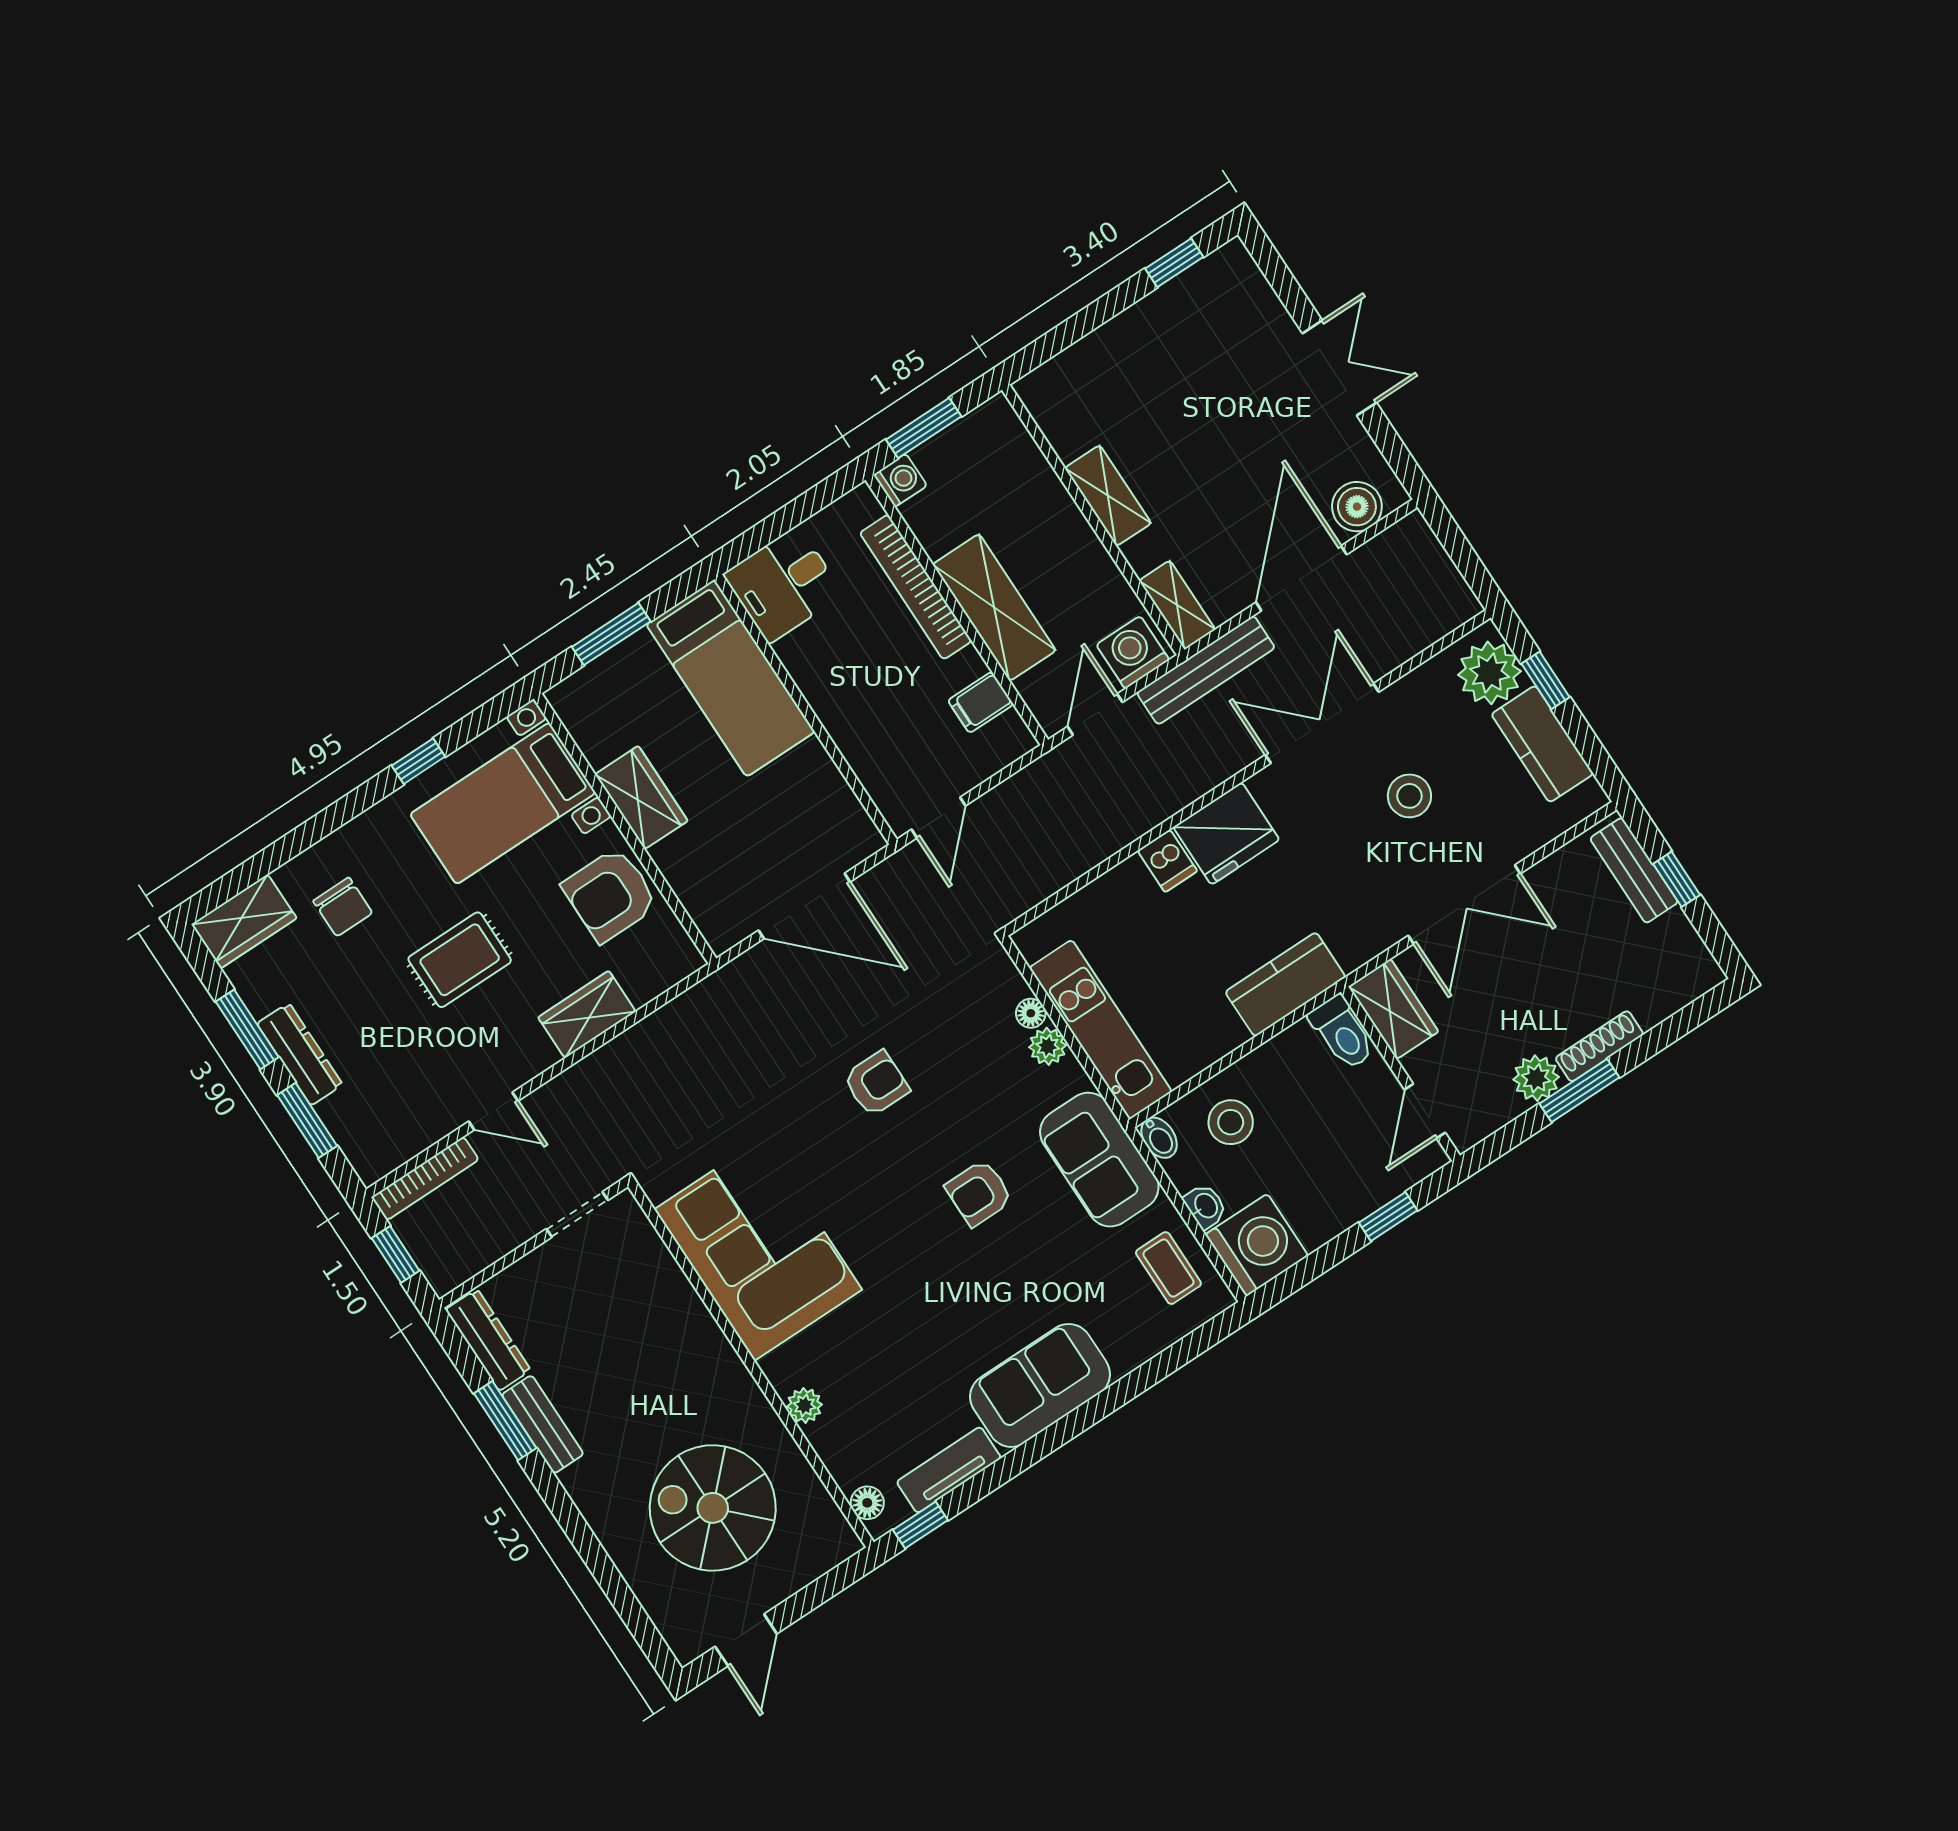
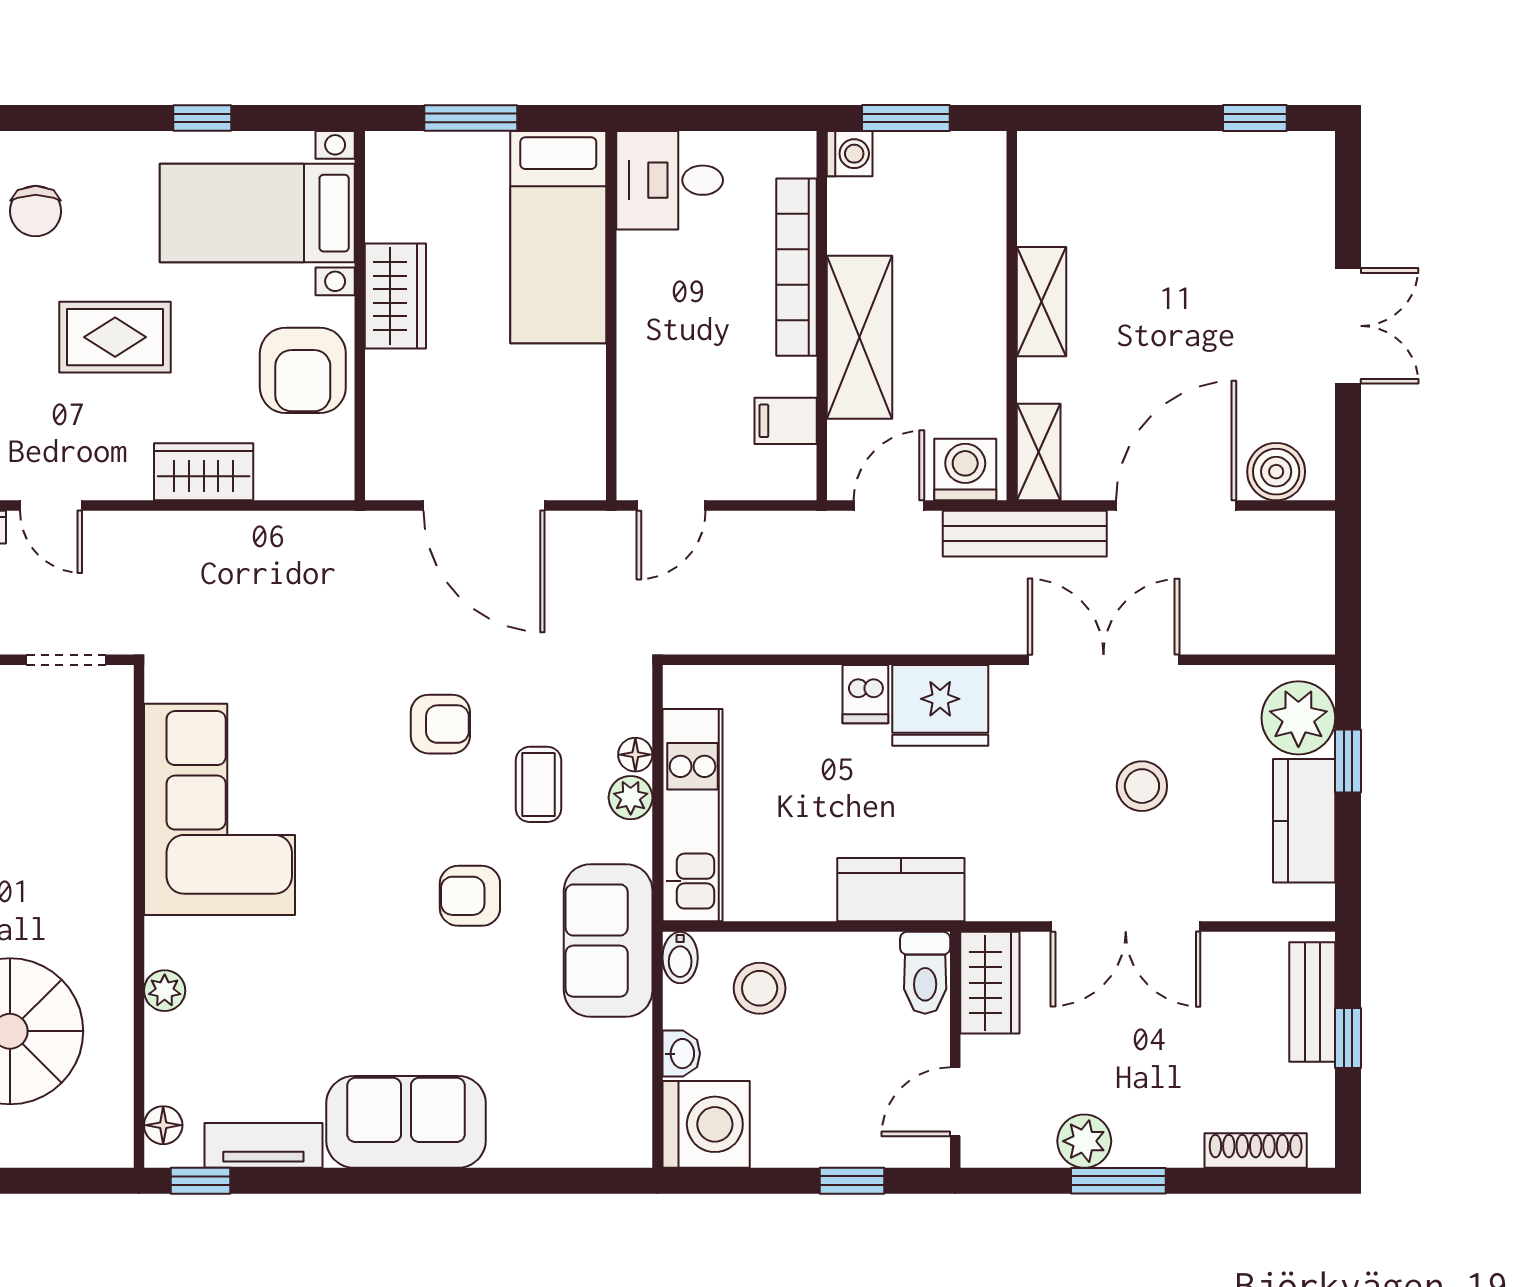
armchair: (610, 895) -> (303, 370), turned -90
shoe rack: (1599, 1046) -> (1256, 1151), moved
coffee table: (1168, 1268) -> (538, 784), moved

